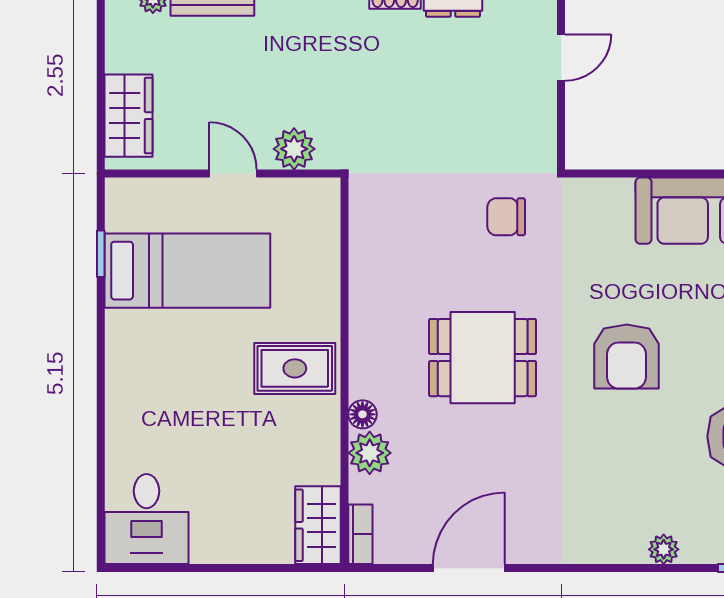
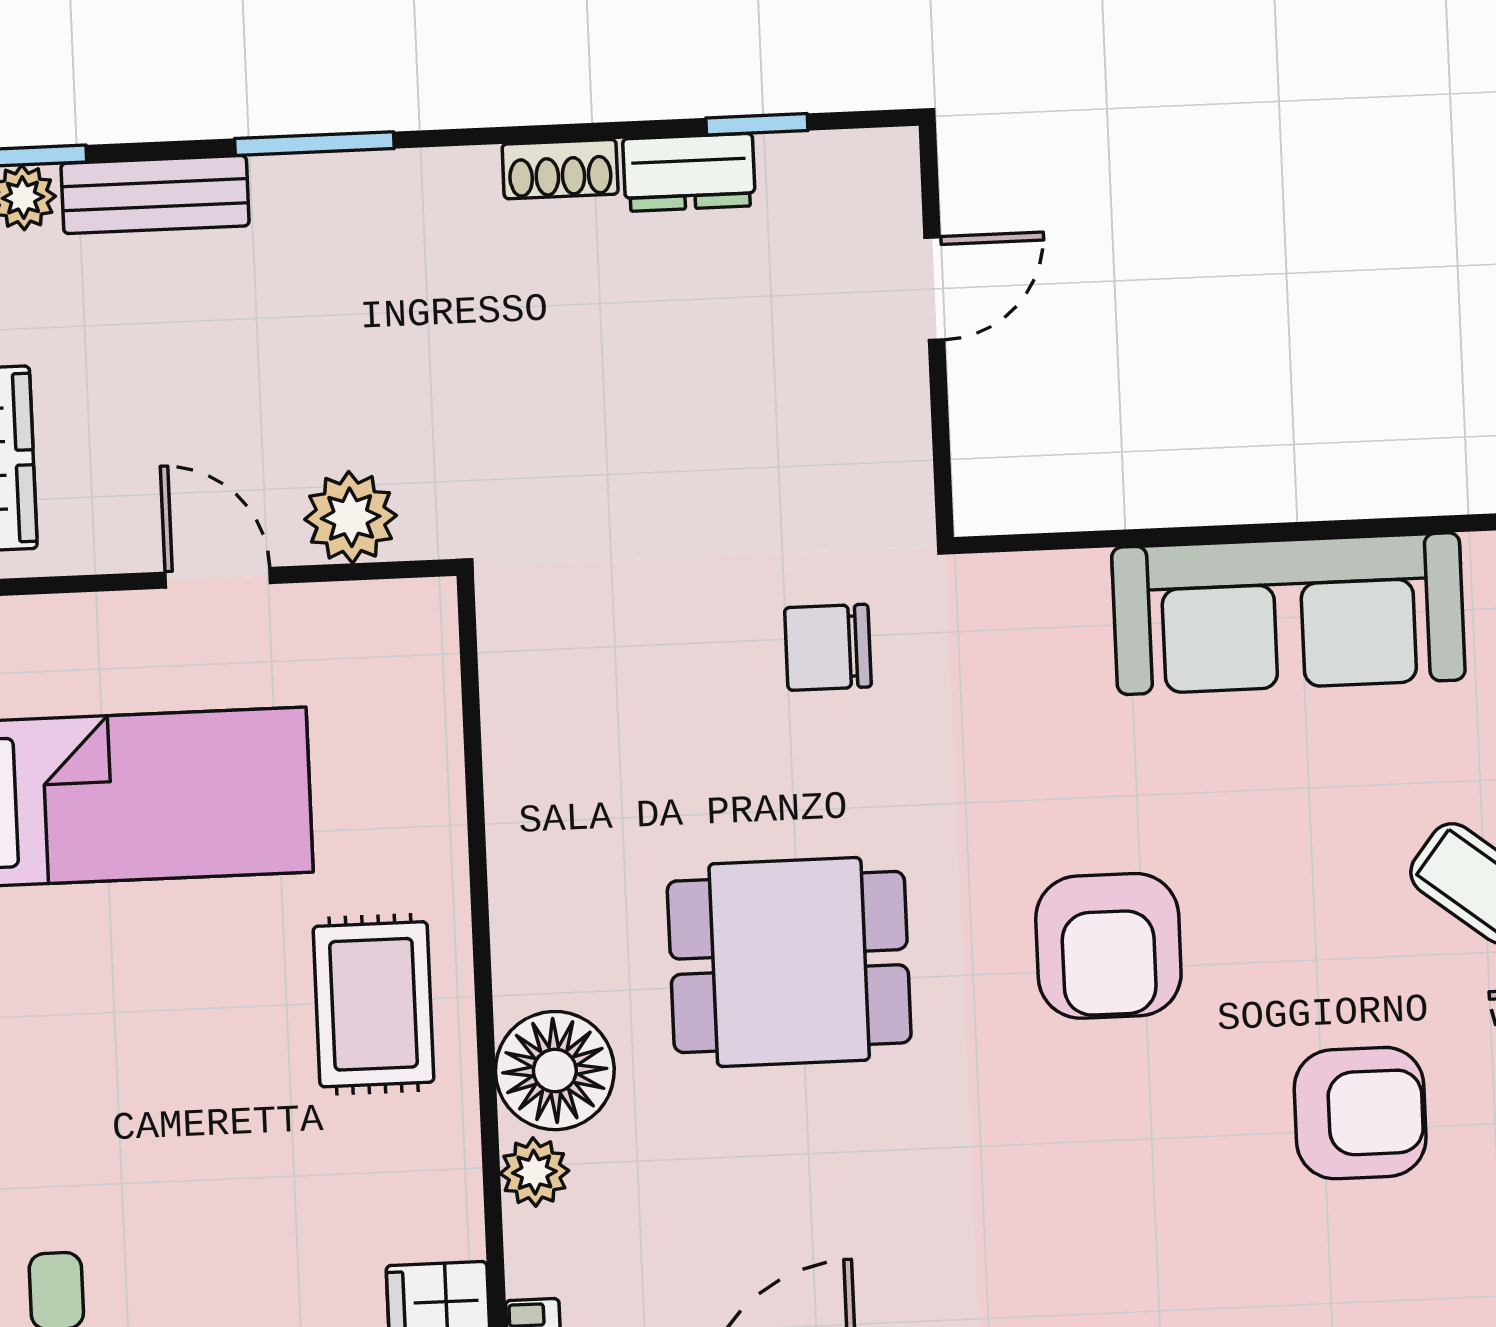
rug: (295, 368) -> (374, 1004), turned 90
floor lamp: (362, 414) -> (555, 1071), width x1.89, depth x1.89
plant: (370, 453) -> (534, 1172), width x0.73, depth x0.73

